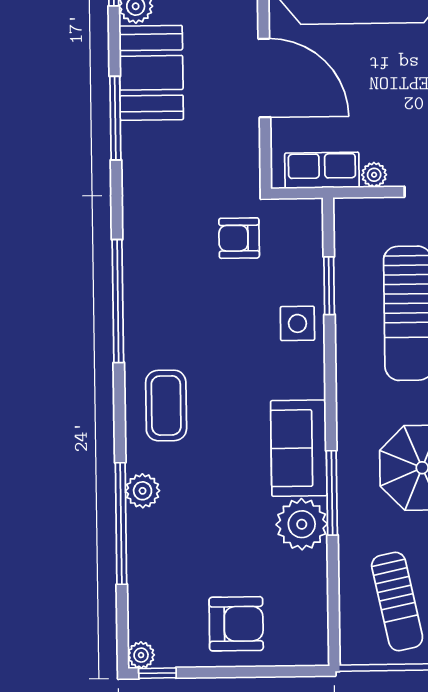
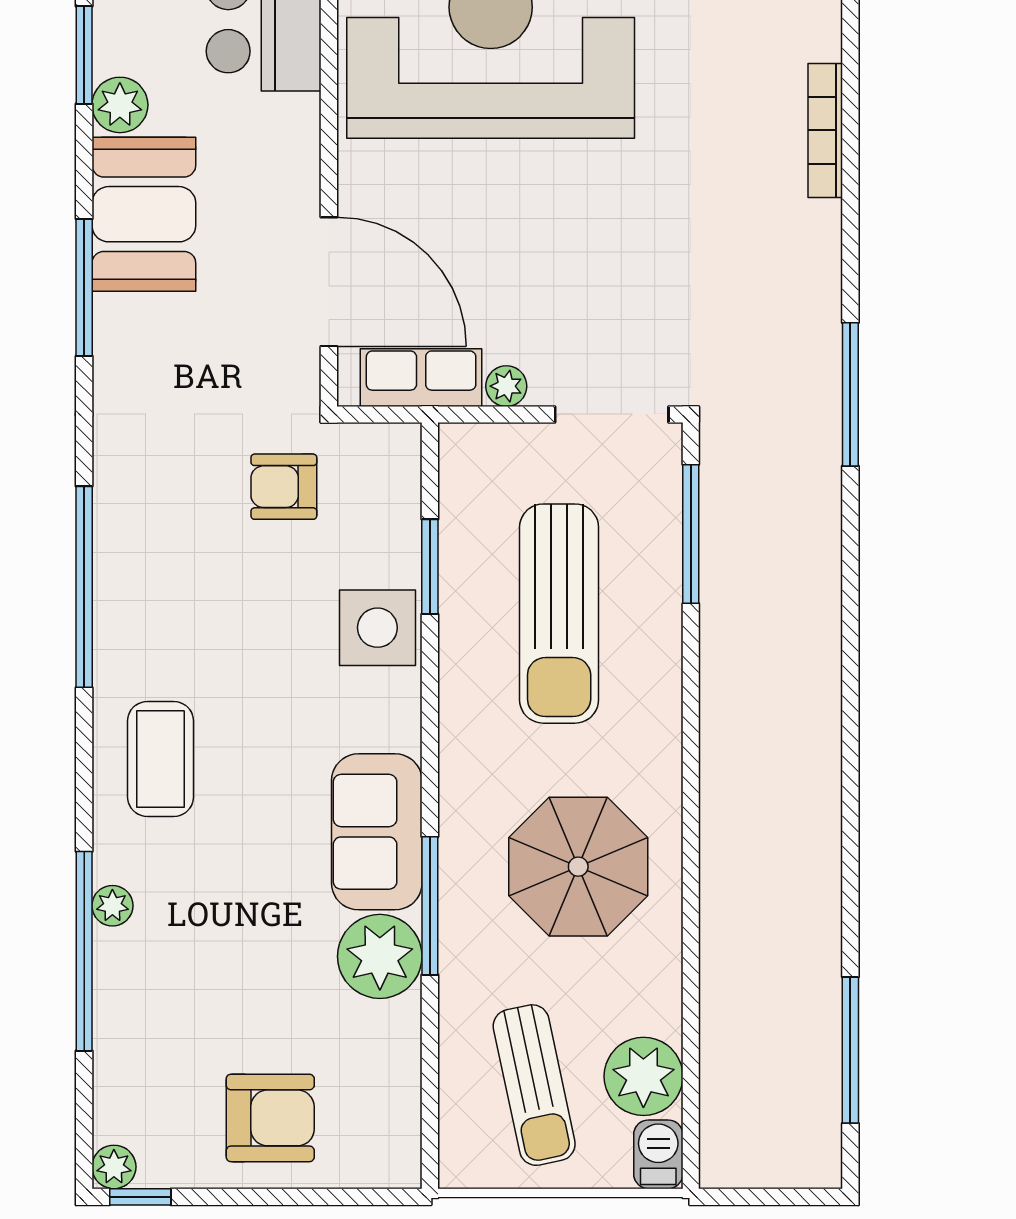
door: (264, 78) -> (329, 282), moved
side table: (297, 323) -> (377, 628), width x1.37, depth x1.37
plant: (143, 491) -> (112, 906), width x0.73, depth x0.73

